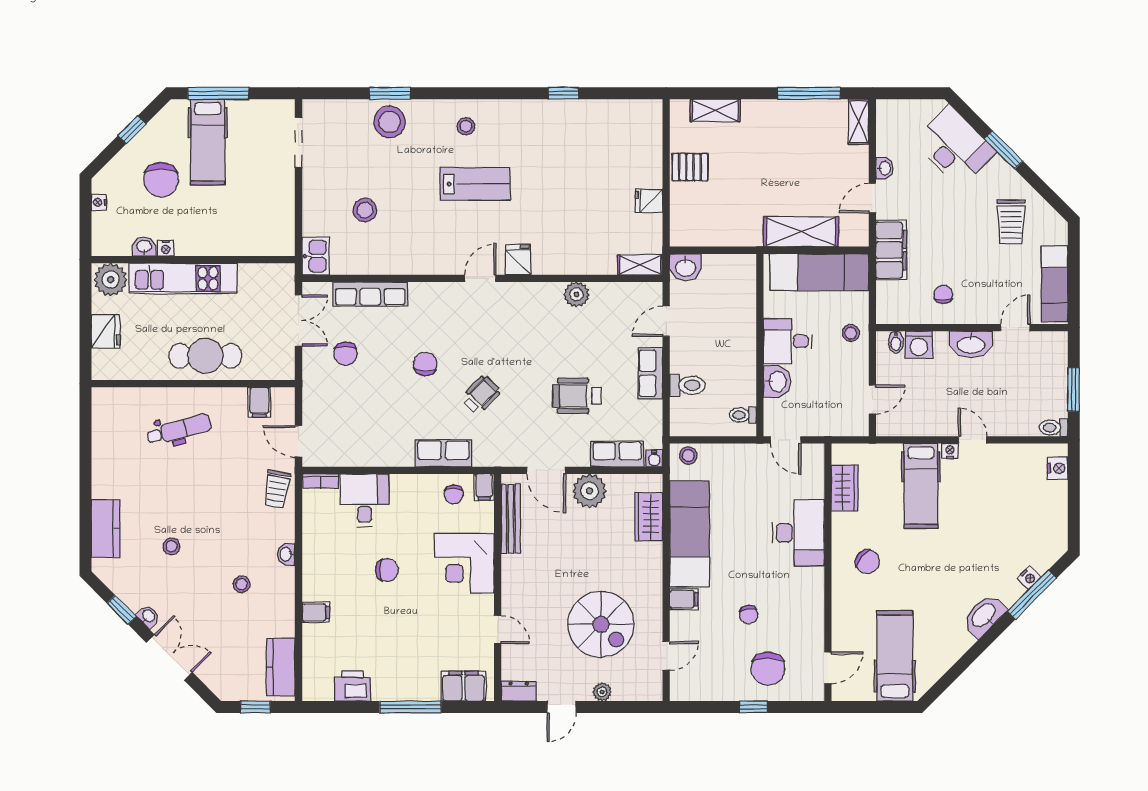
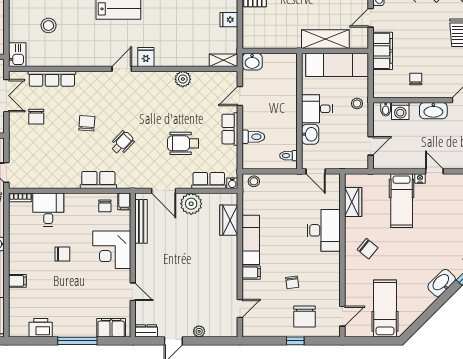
exam couch: (690, 534) -> (251, 240), width x0.73, depth x0.69
spiral stairs: (601, 624) -> (198, 288), removed

